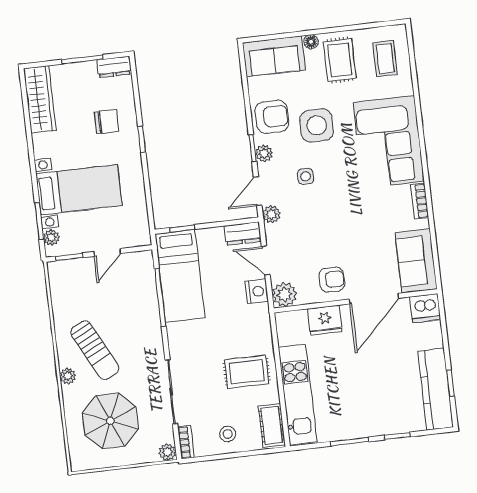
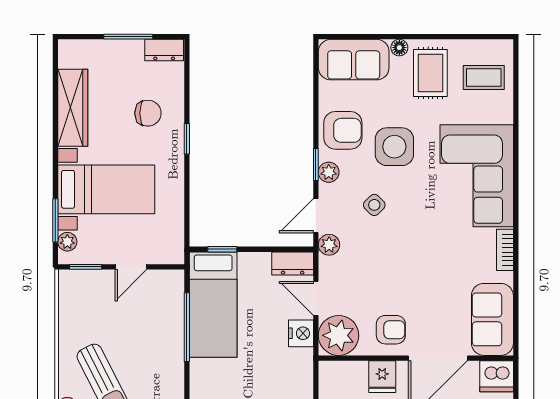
coffee table: (385, 59) -> (484, 77), turned 90
wardrobe: (40, 99) -> (73, 108), moved
side table: (306, 176) -> (374, 205), turned 45
plant: (284, 294) -> (339, 335), width x1.36, depth x1.36
fridge: (325, 320) -> (382, 377), width x0.72

